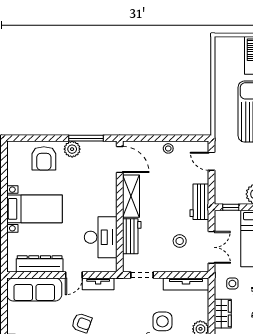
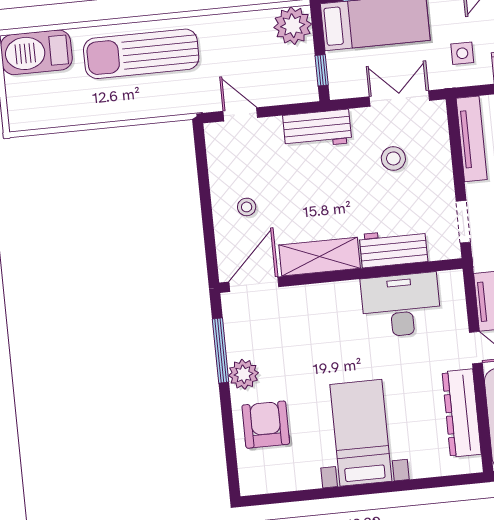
stool: (168, 148) -> (247, 207), moved
armchair: (44, 158) -> (266, 425), turned -90
door: (211, 161) -> (240, 114), swing flipped

